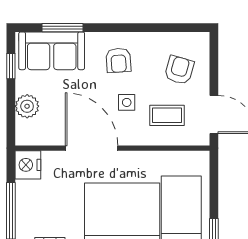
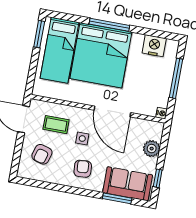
nightstand: (28, 165) -> (162, 113), width x0.53, depth x0.56

